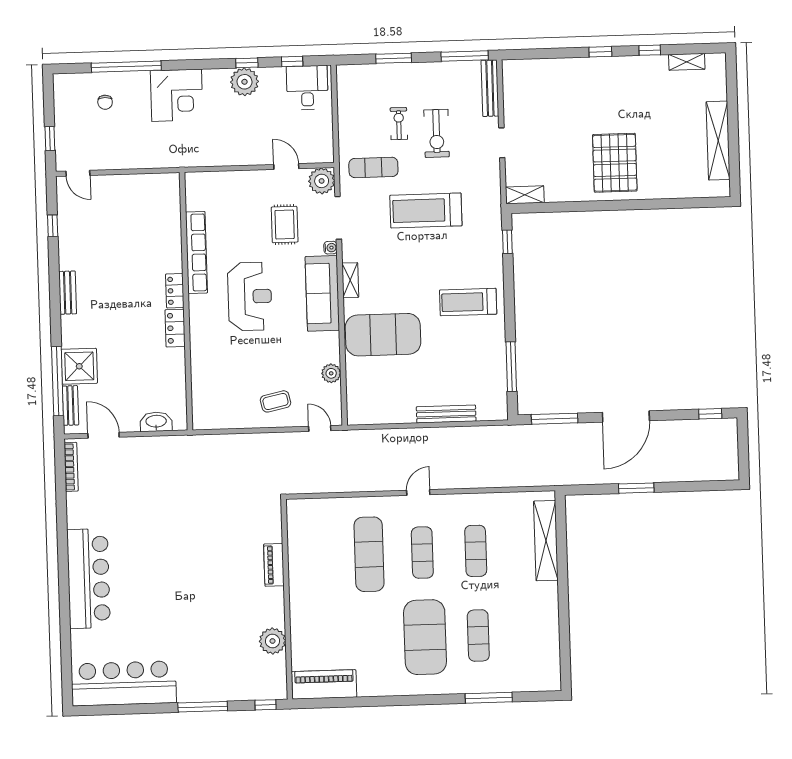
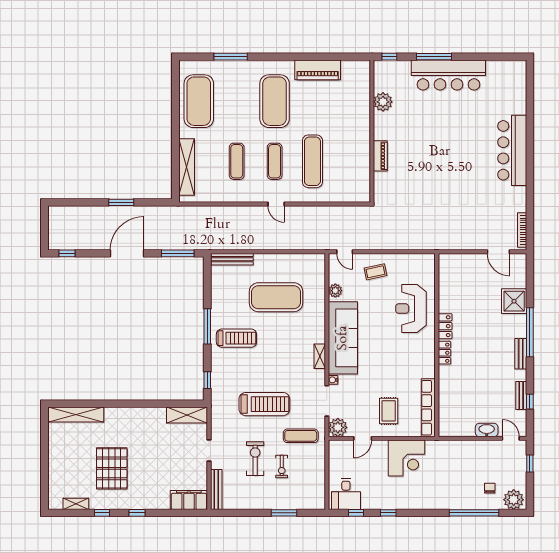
window: (465, 56) -> (233, 513), removed
filing cabinet: (528, 72) -> (189, 500), added
plant: (244, 82) -> (514, 500), moved
corner desk: (177, 95) -> (407, 458), moved, turned 180
shelving: (718, 141) -> (76, 414), moved, turned 90
pallet: (615, 163) -> (112, 468), moved
door: (286, 167) -> (363, 438), hinge flipped
shelving: (525, 195) -> (187, 415), width x1.50, depth x1.33
rug: (285, 225) -> (389, 411), moved
row of seats: (196, 252) -> (428, 408), moved
sofa: (322, 293) -> (343, 338), width x1.36, depth x1.27
reception desk: (250, 296) -> (411, 309), moved
exercise mat: (383, 335) -> (276, 297), moved
window: (511, 367) -> (207, 326), moved
window: (57, 381) -> (530, 332), moved
bench: (70, 405) -> (521, 395), moved
bench: (446, 414) -> (232, 259), moved
washbasin: (156, 422) -> (487, 430), moved, turned 180
door: (418, 492) -> (276, 204), hinge flipped
exercise mat: (478, 635) -> (199, 101), moved, width x2.00, depth x1.45
bar counter: (124, 683) -> (448, 75), moved
piano: (324, 684) -> (318, 70), moved

